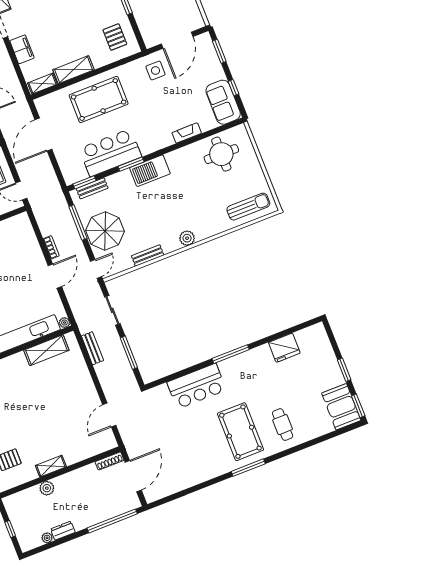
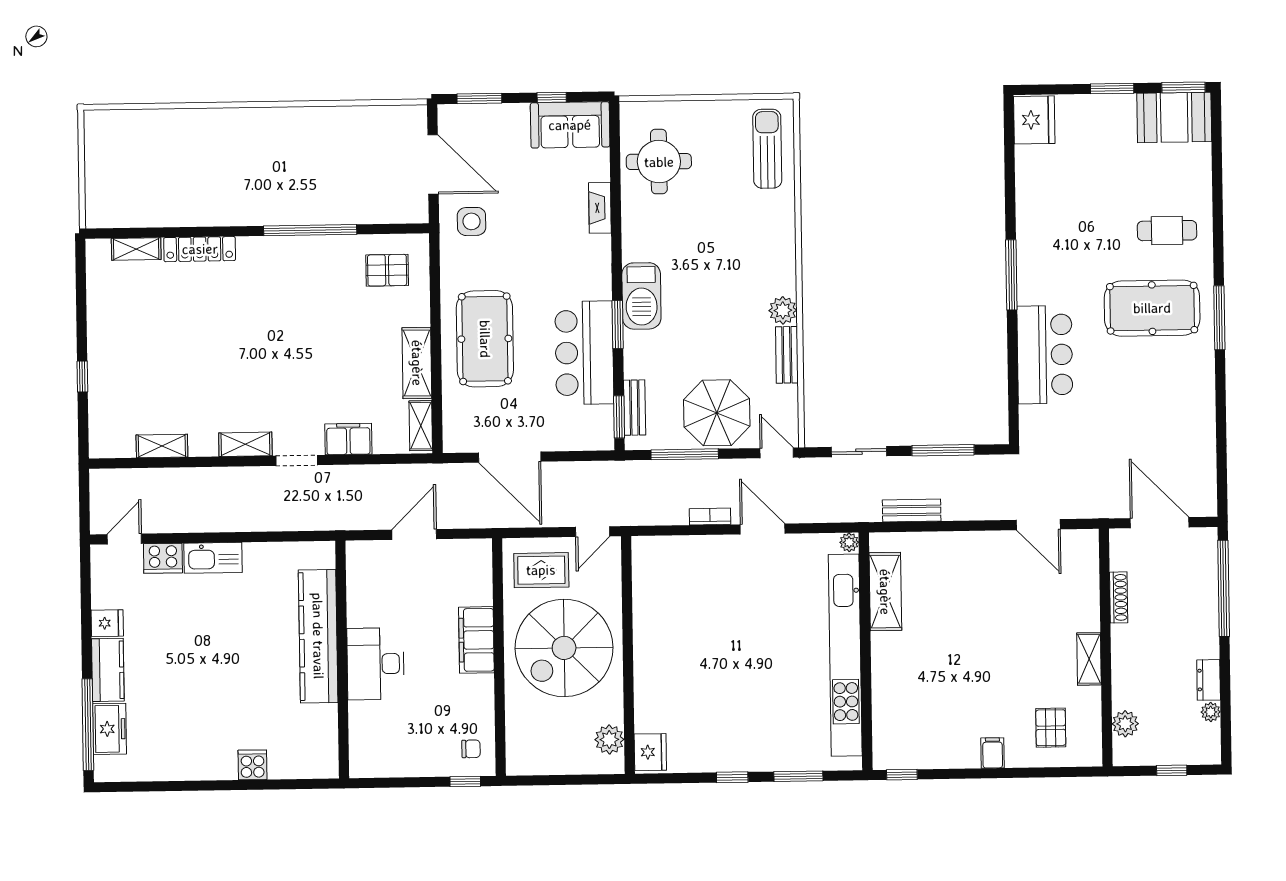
plant: (187, 238) -> (783, 310), moved
fridge: (284, 348) -> (1034, 120), moved
shoe rack: (109, 461) -> (1119, 597), moved
plant: (47, 488) -> (1125, 724), moved

